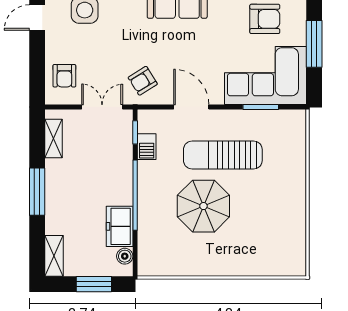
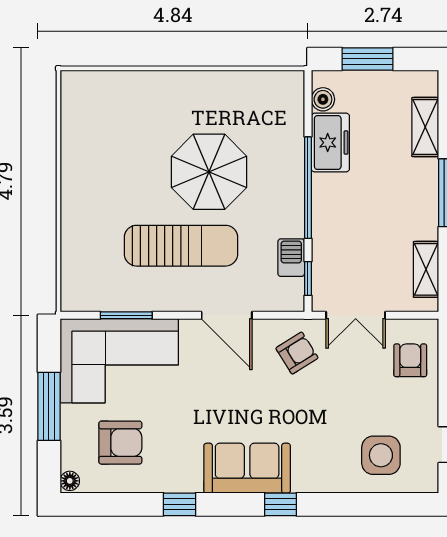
armchair: (265, 19) -> (120, 443), turned 180
shelving: (54, 256) -> (425, 127), moved

